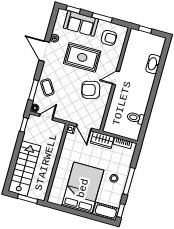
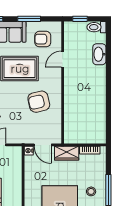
armchair: (109, 38) -> (43, 39), turned 180
door: (116, 78) -> (63, 59), moved
toilet: (136, 118) -> (96, 27), moved

